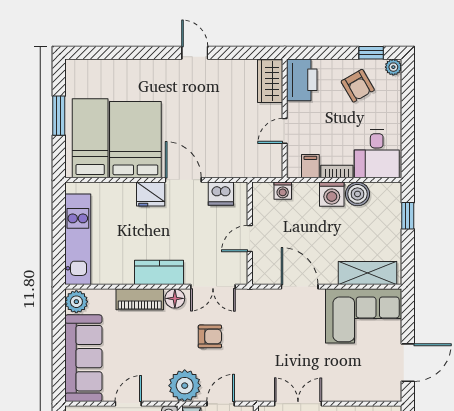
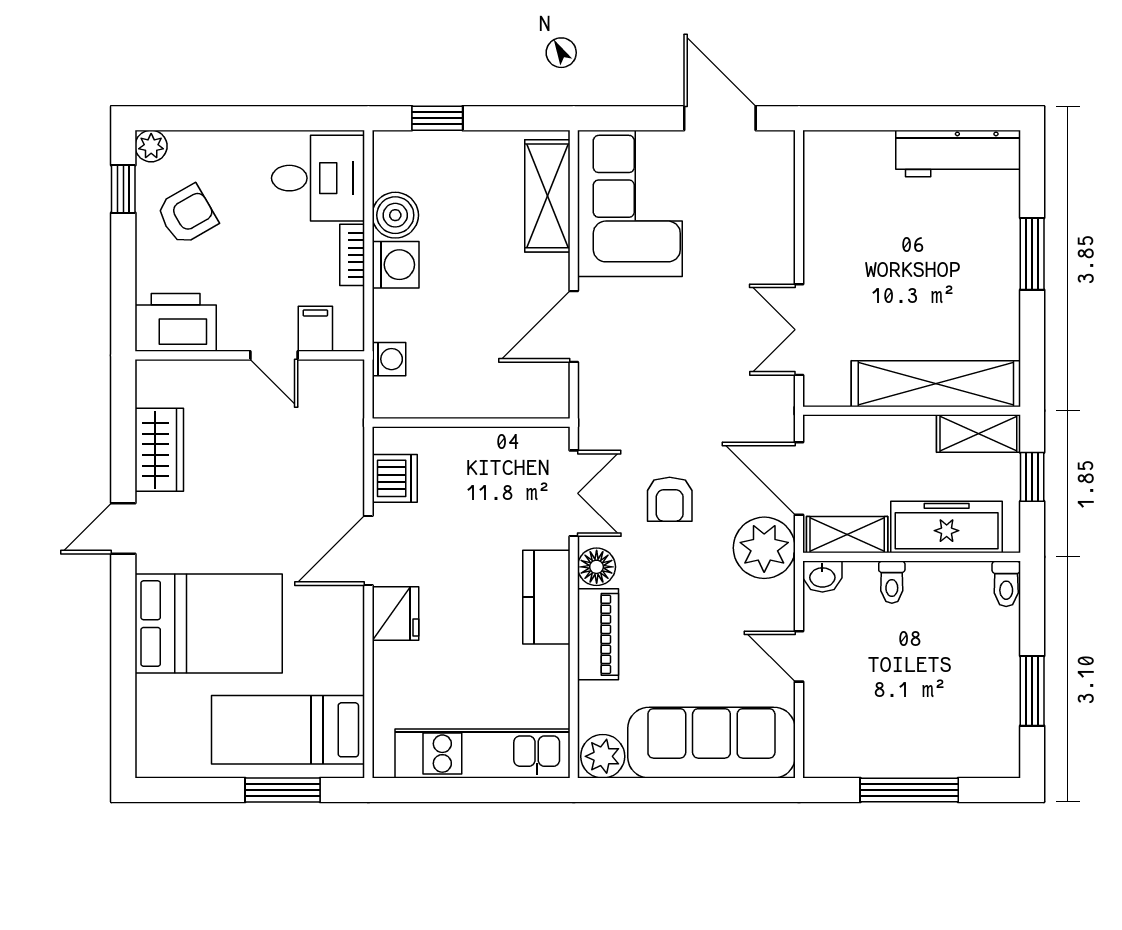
wardrobe: (270, 81) -> (159, 450), moved, turned -90
window: (59, 116) -> (283, 790), moved
bed: (135, 140) -> (209, 624), moved, turned 180
filing cabinet: (310, 166) -> (315, 329), moved, turned 90
door: (250, 239) -> (481, 423), removed
armchair: (210, 336) -> (670, 499), turned 180
door: (221, 404) -> (799, 479), width x1.38

